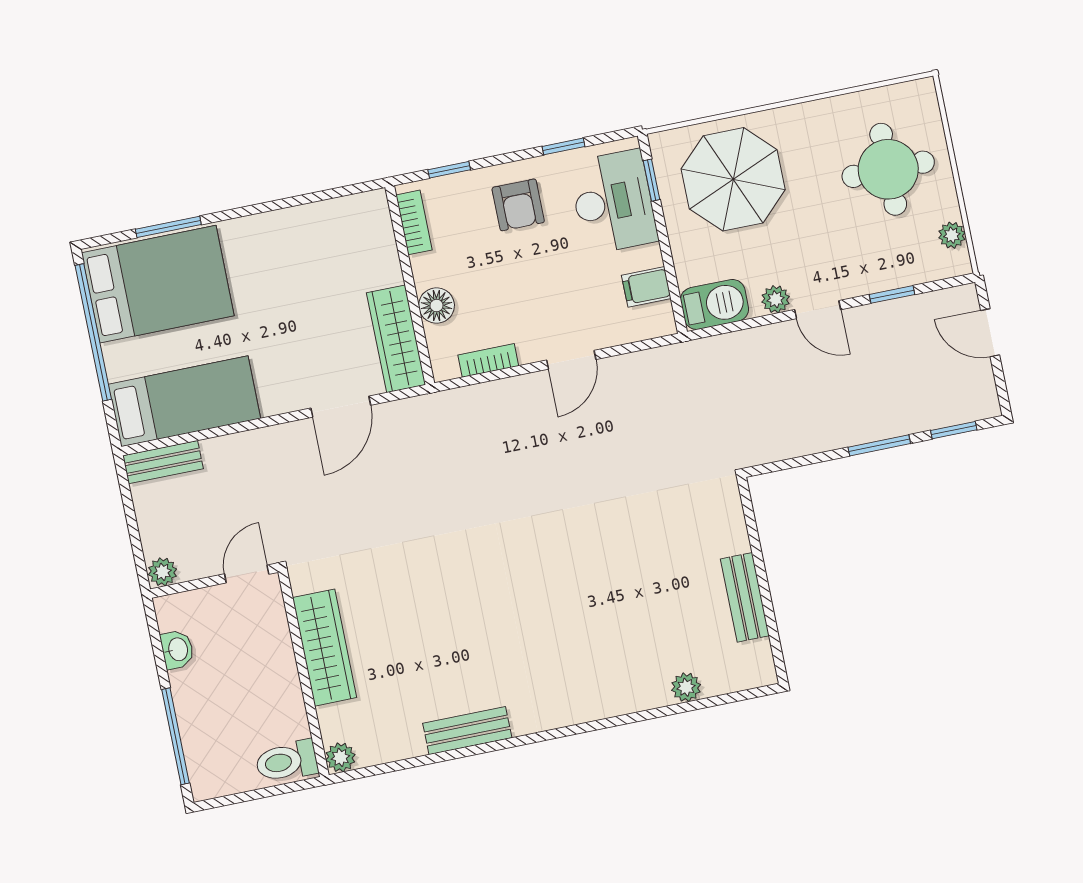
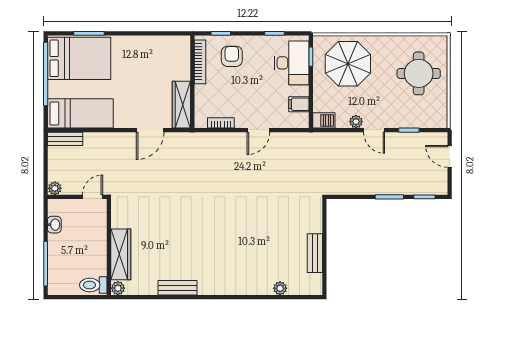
armchair: (518, 205) -> (232, 56), moved, turned 180
bookcase: (414, 222) -> (200, 62), width x1.56
plant: (952, 235) -> (441, 109), removed
barbecue: (715, 304) -> (324, 120), width x0.73, depth x0.79
floor lamp: (436, 306) -> (203, 93), removed
wardrobe: (325, 648) -> (121, 254), moved

